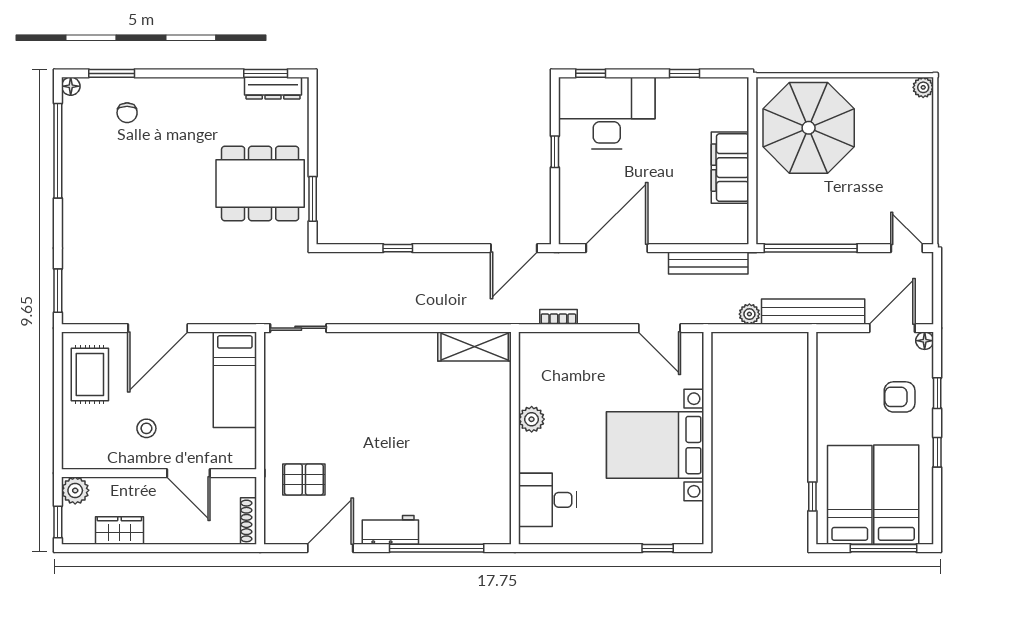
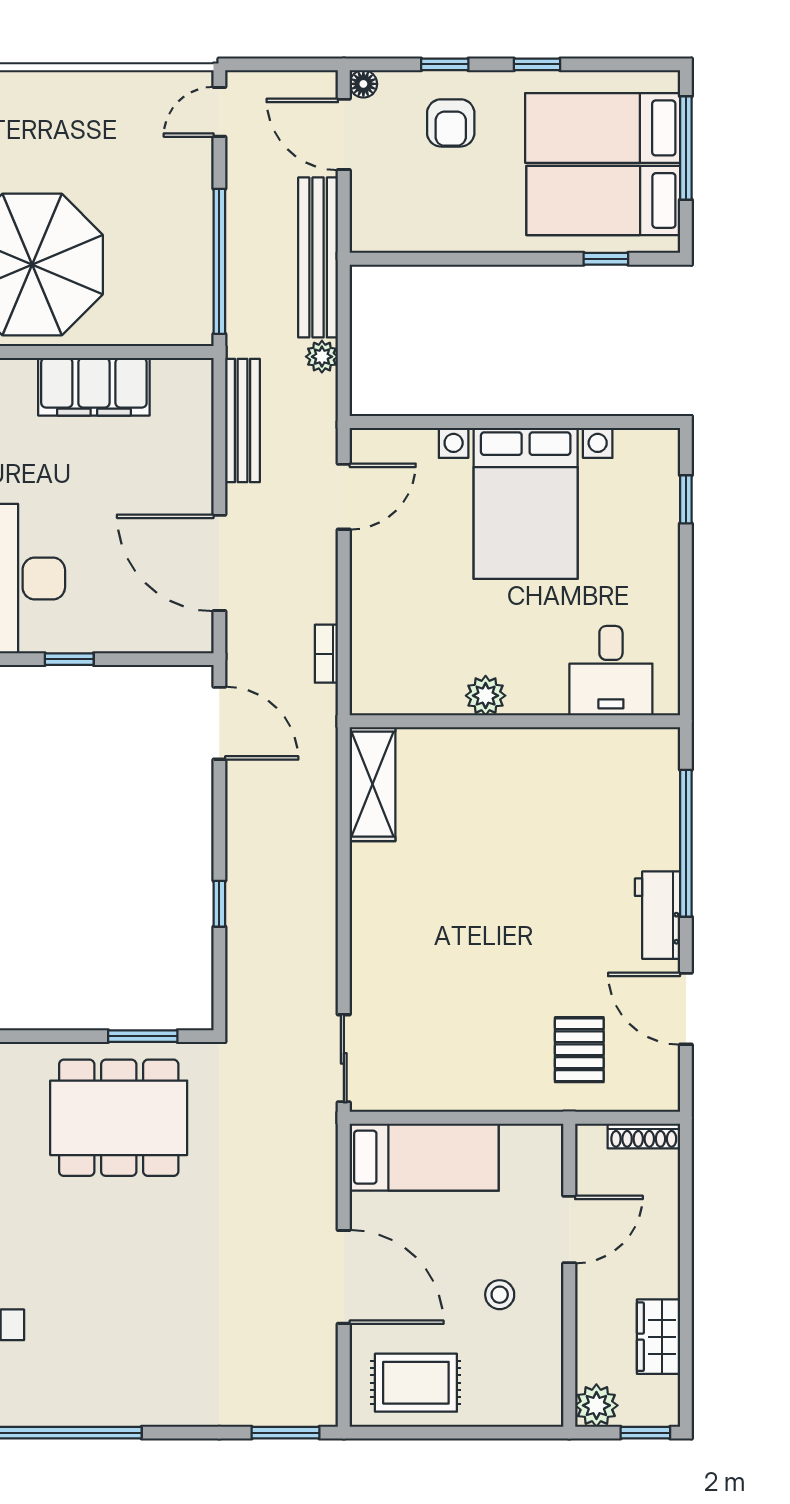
dining table: (260, 183) -> (119, 1118), turned 90

